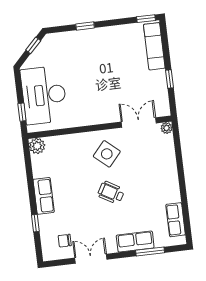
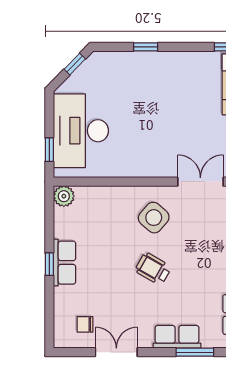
window: (35, 223) -> (49, 264), moved

